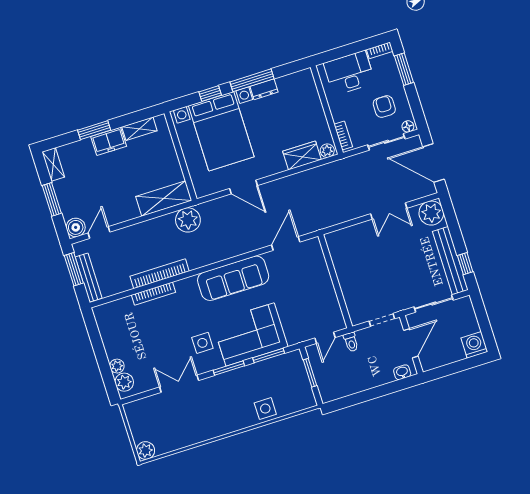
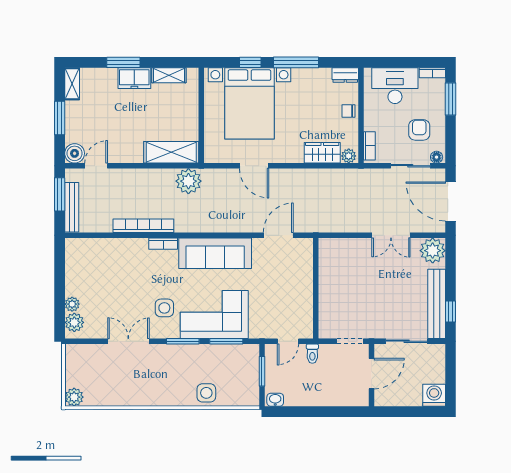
dresser: (264, 89) -> (345, 75), moved
chair: (314, 110) -> (348, 111), added
bookcase: (154, 294) -> (163, 244), moved, width x0.64
washbasin: (402, 372) -> (275, 400), moved

